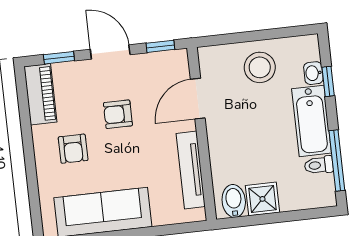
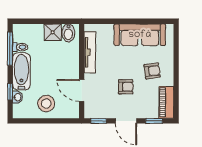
door: (198, 99) -> (82, 90), swing flipped
armchair: (73, 149) -> (152, 71), turned 82

